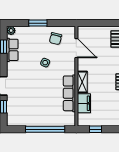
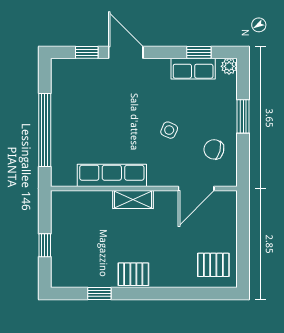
filing cabinet: (84, 103) -> (93, 202), removed
window: (96, 129) -> (45, 245), moved

